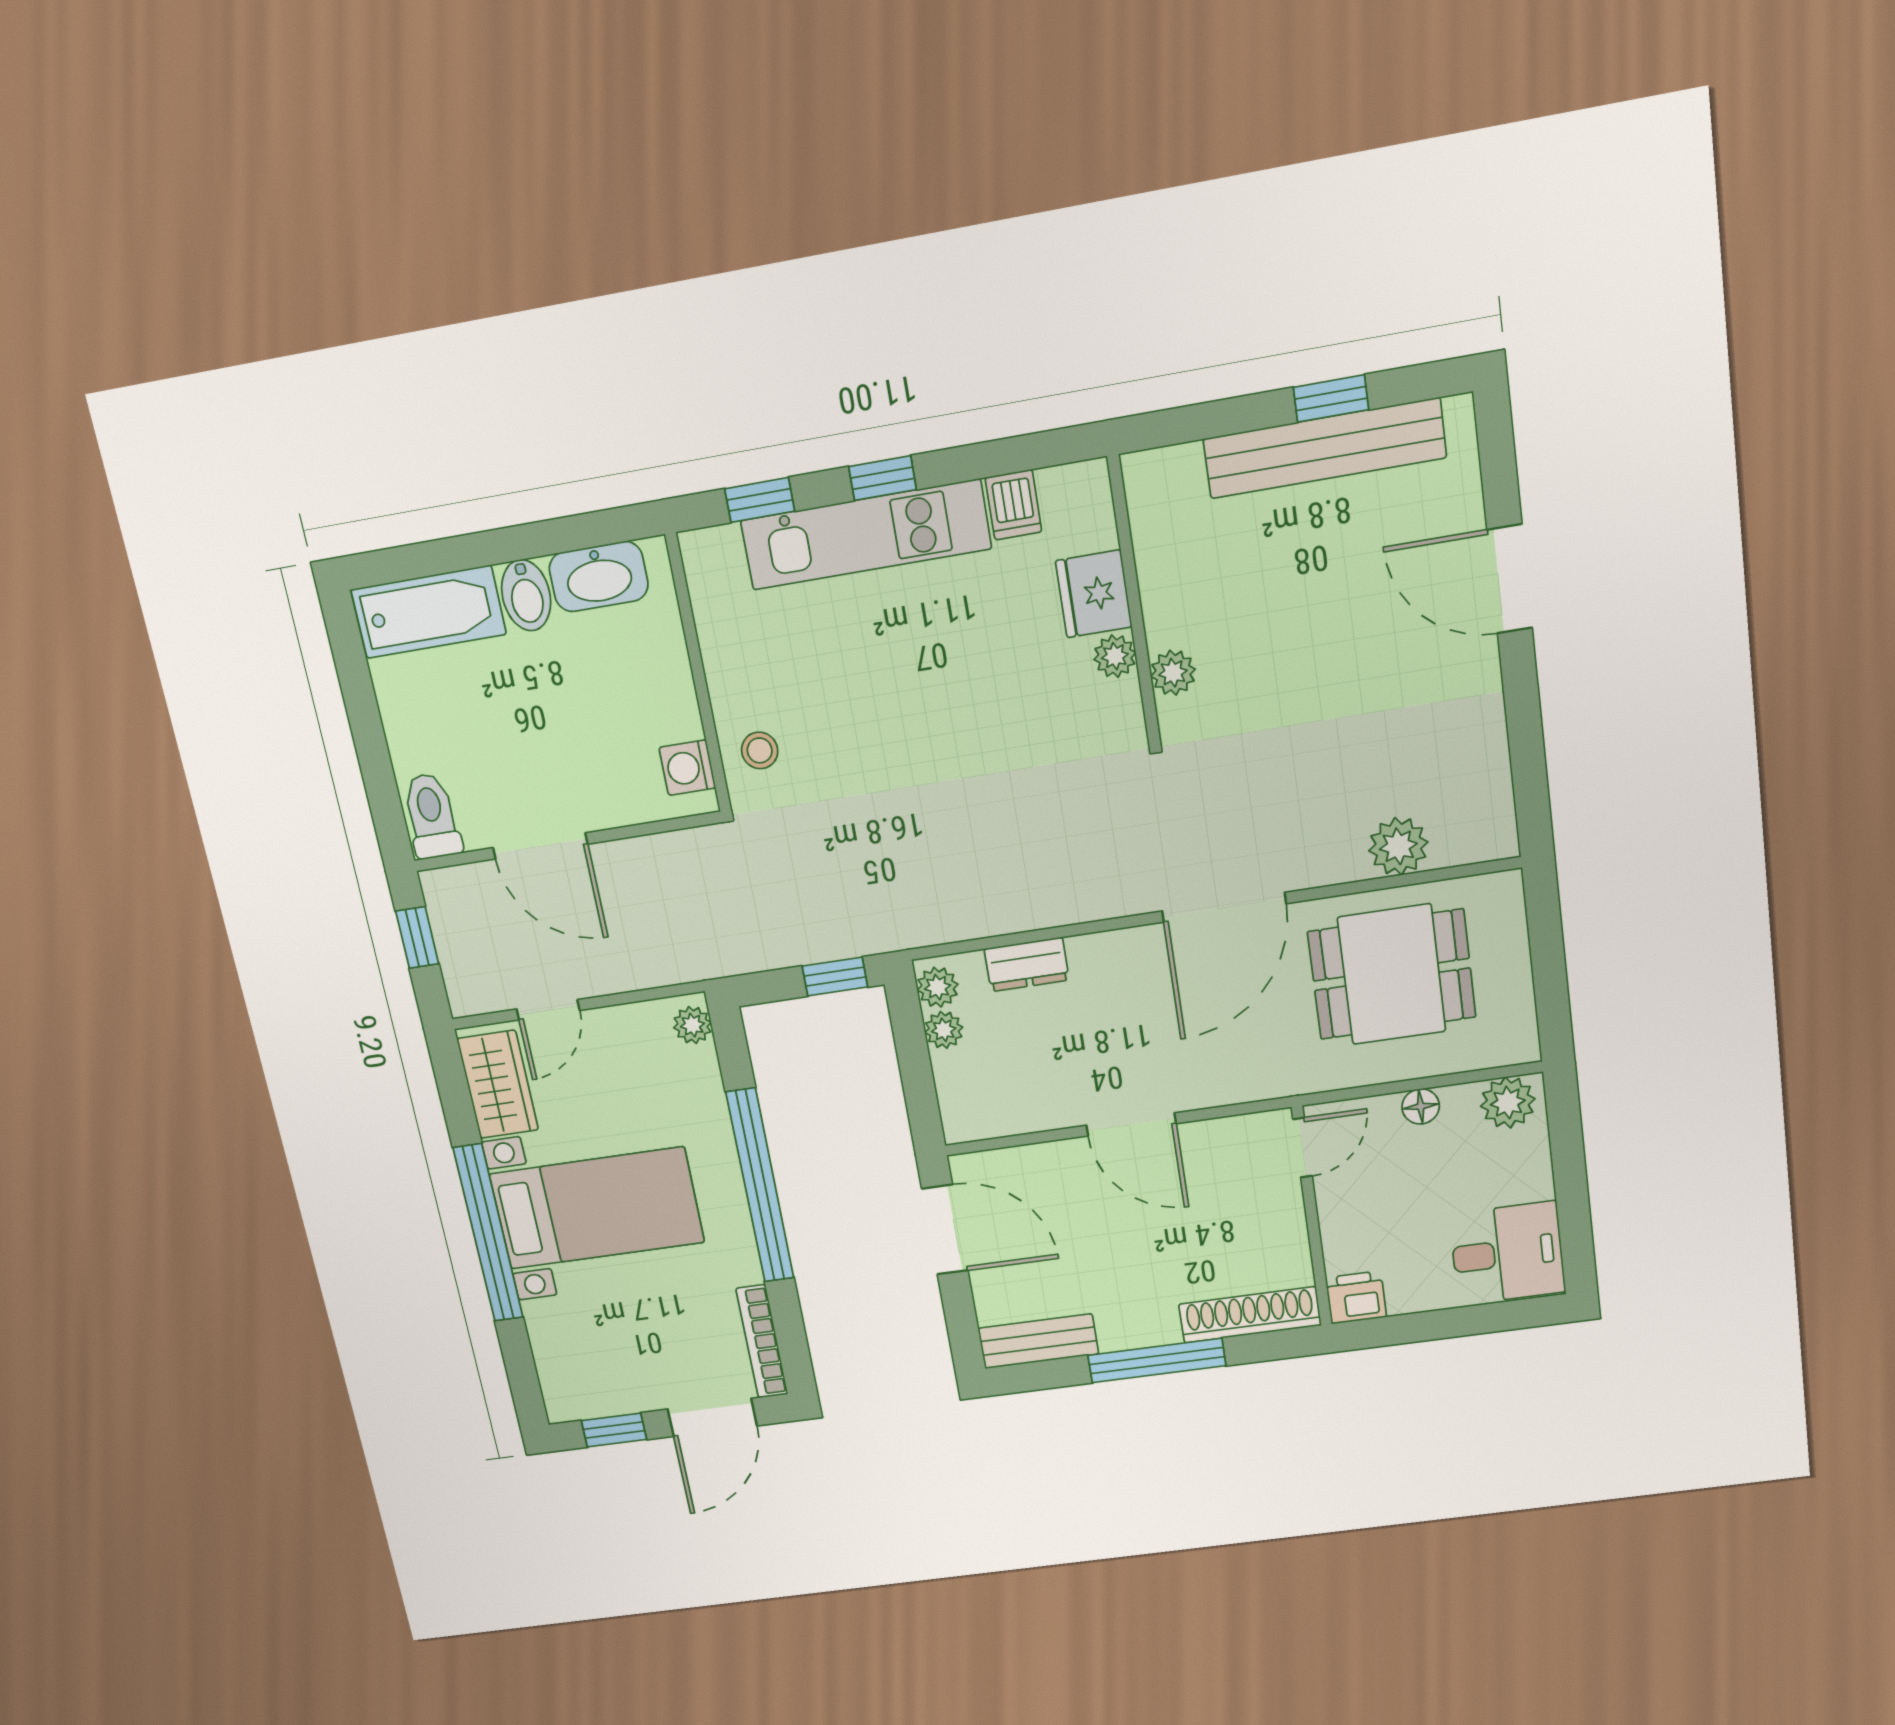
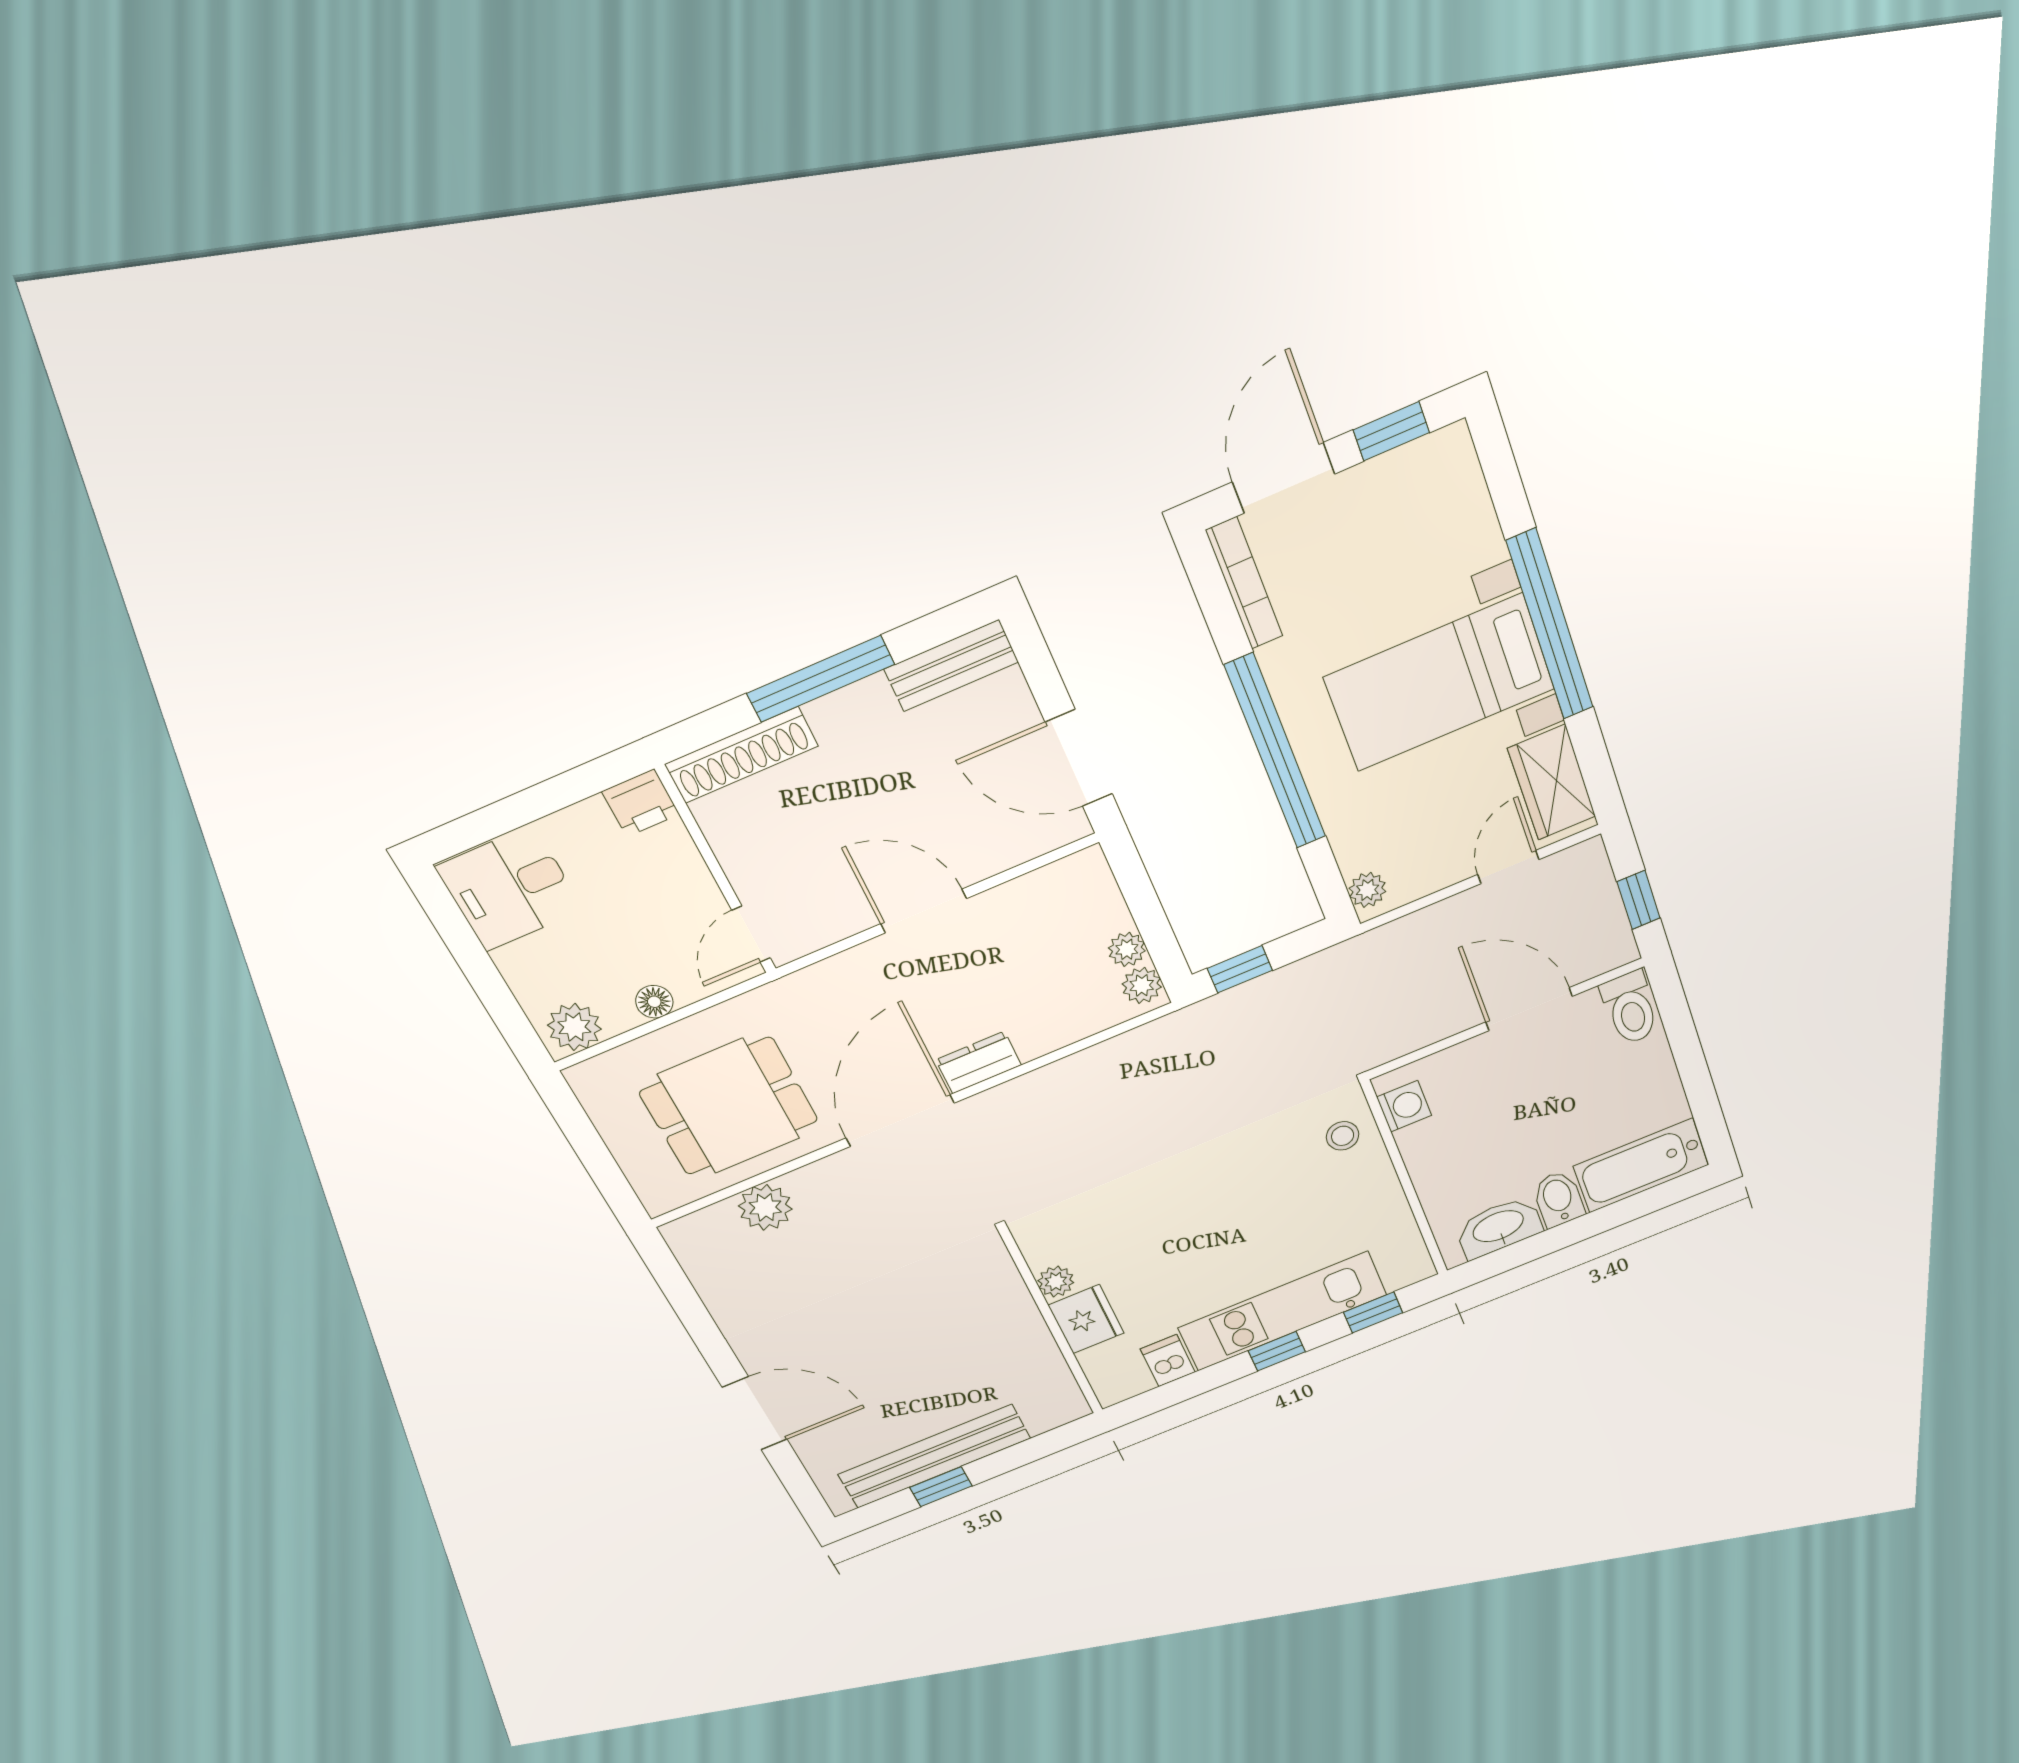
plant: (1173, 673) -> (1004, 1282), removed
dresser: (1027, 964) -> (979, 1062), moved

